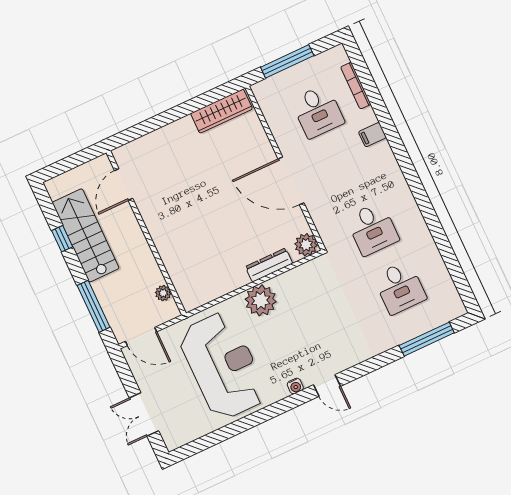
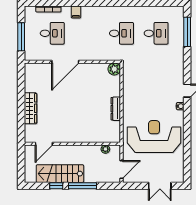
wardrobe: (222, 111) -> (30, 108), moved
door: (291, 181) -> (65, 62), moved
door: (124, 184) -> (44, 144), hinge flipped
dresser: (269, 265) -> (116, 109), moved
plant: (261, 300) -> (131, 104), removed
window: (94, 306) -> (82, 186), moved

